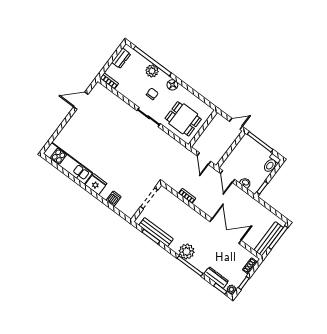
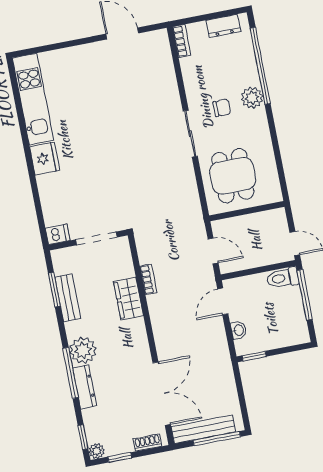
plant: (152, 71) -> (252, 98), moved
floor lamp: (172, 85) -> (258, 120), removed
door: (204, 159) -> (213, 251), swing flipped
toilet: (271, 164) -> (283, 278), moved
dishwasher: (114, 199) -> (58, 234), moved
wardrobe: (186, 212) -> (128, 299), added
double door: (225, 231) -> (162, 394), moved
bench: (156, 232) -> (68, 298), width x0.73
dresser: (216, 278) -> (85, 387), moved

